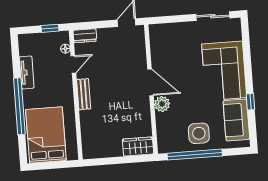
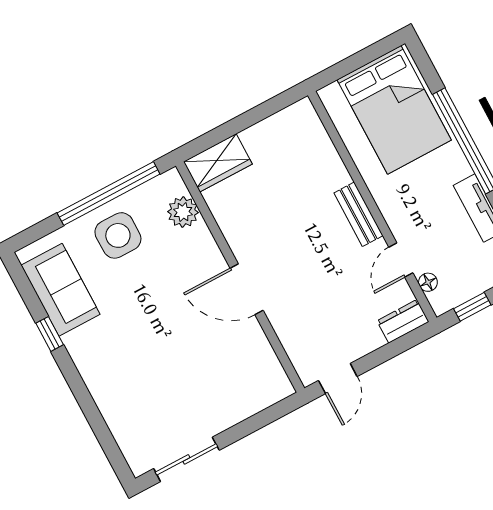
corner sofa: (224, 71) -> (122, 369), removed
plant: (162, 104) -> (183, 212), moved

